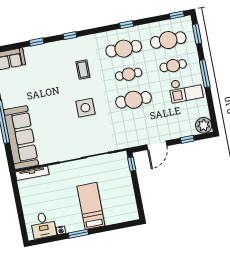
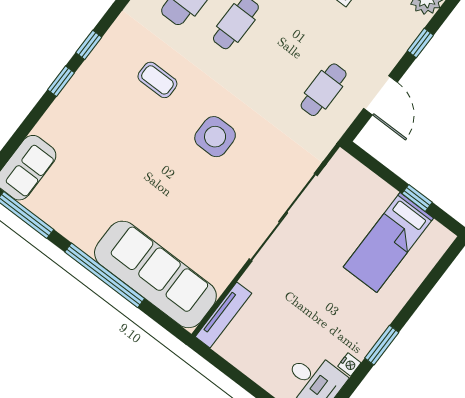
window: (37, 42) -> (61, 81), moved
cafe table: (134, 100) -> (324, 90), moved, width x0.73, depth x0.74
window: (132, 164) -> (417, 198), moved
bed: (91, 206) -> (388, 243), moved, turned -90

